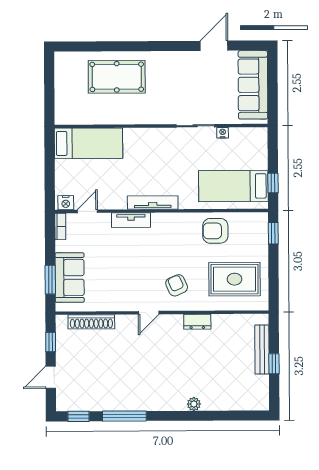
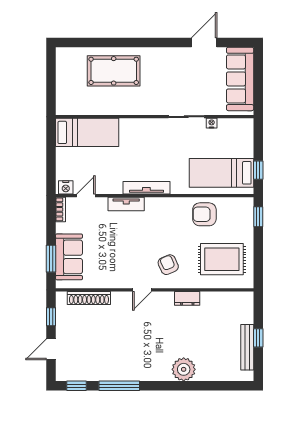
bench: (262, 349) -> (247, 347), moved
plant: (194, 404) -> (184, 369), width x1.88, depth x1.88

